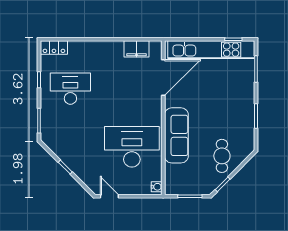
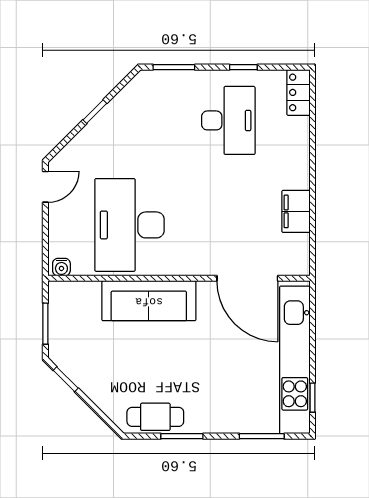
filing cabinet: (136, 49) -> (296, 211), moved
desk: (132, 147) -> (130, 225), turned 180
cafe table: (222, 156) -> (155, 417), moved

